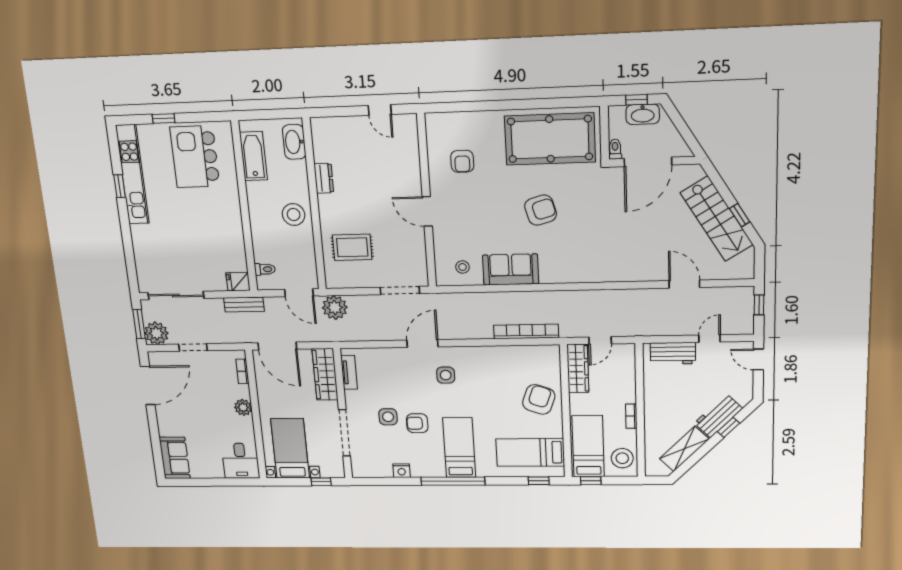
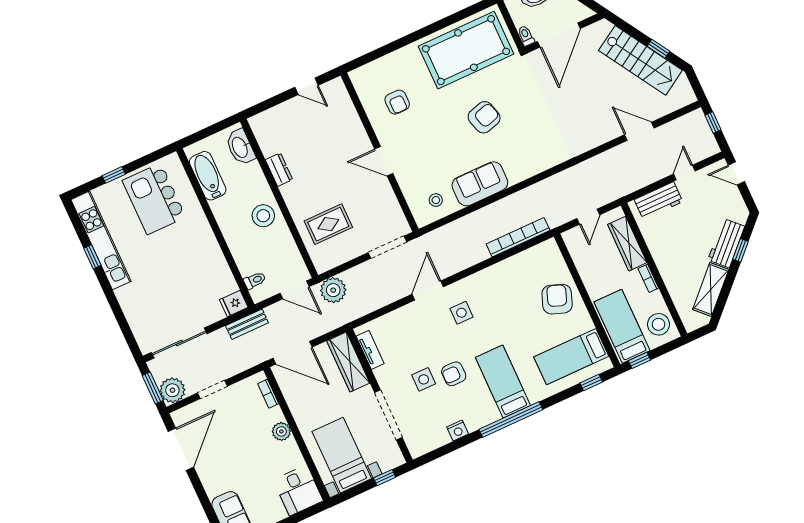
wardrobe: (578, 368) -> (627, 244), moved, turned 180

